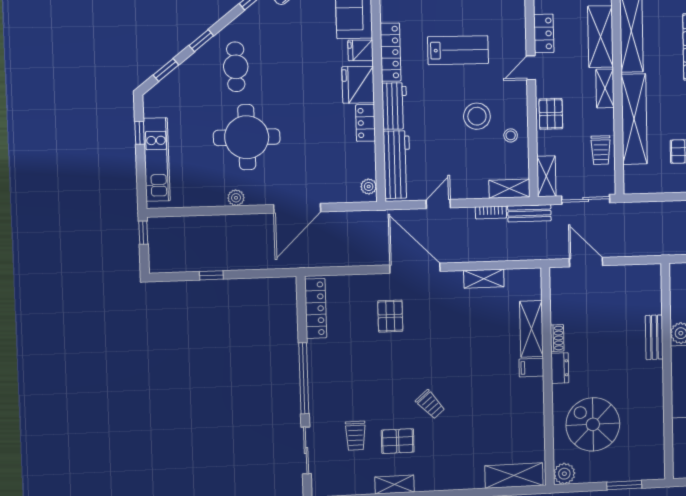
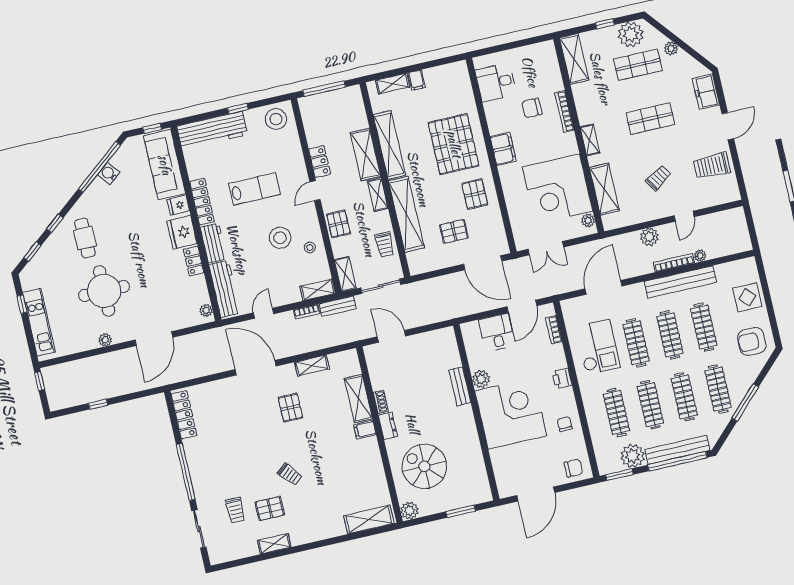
pallet: (390, 316) -> (290, 408), moved

